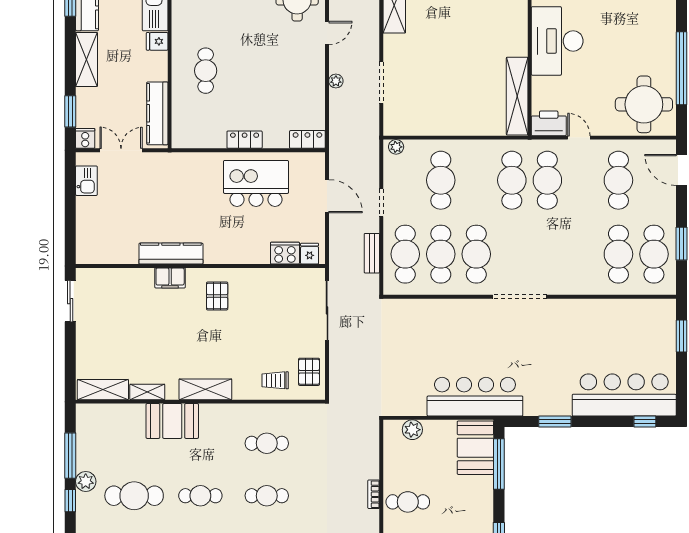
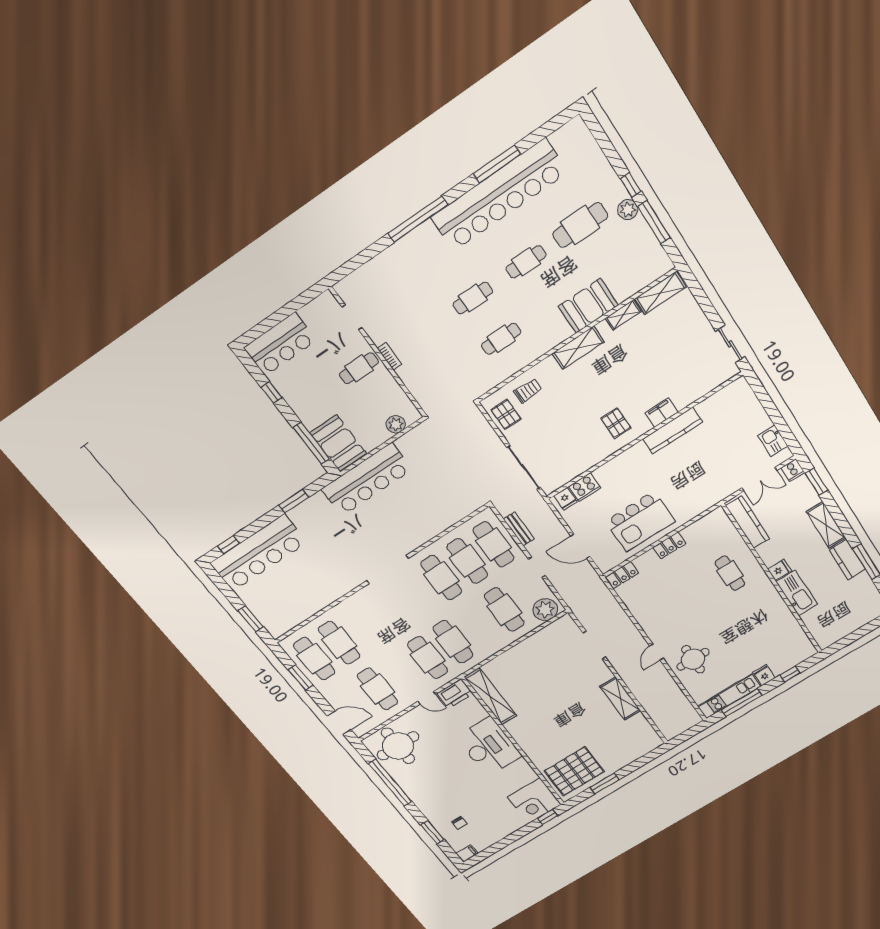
plant: (336, 81) -> (628, 626), removed
plant: (396, 147) -> (545, 610), width x1.88, depth x1.88

